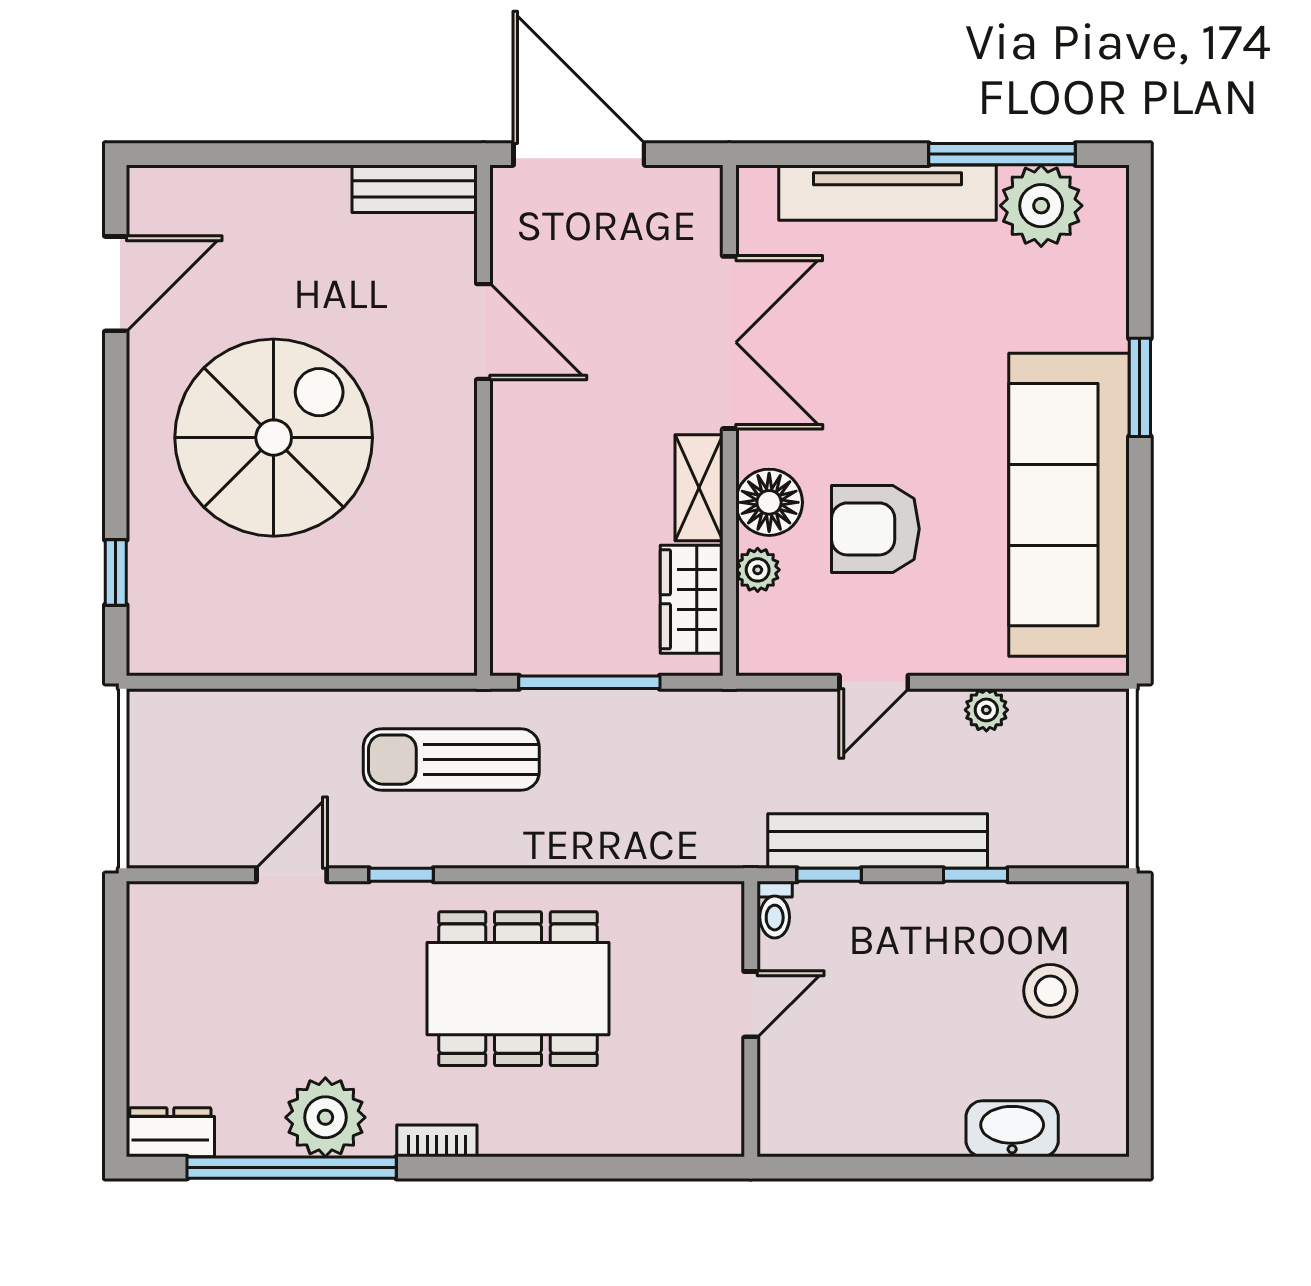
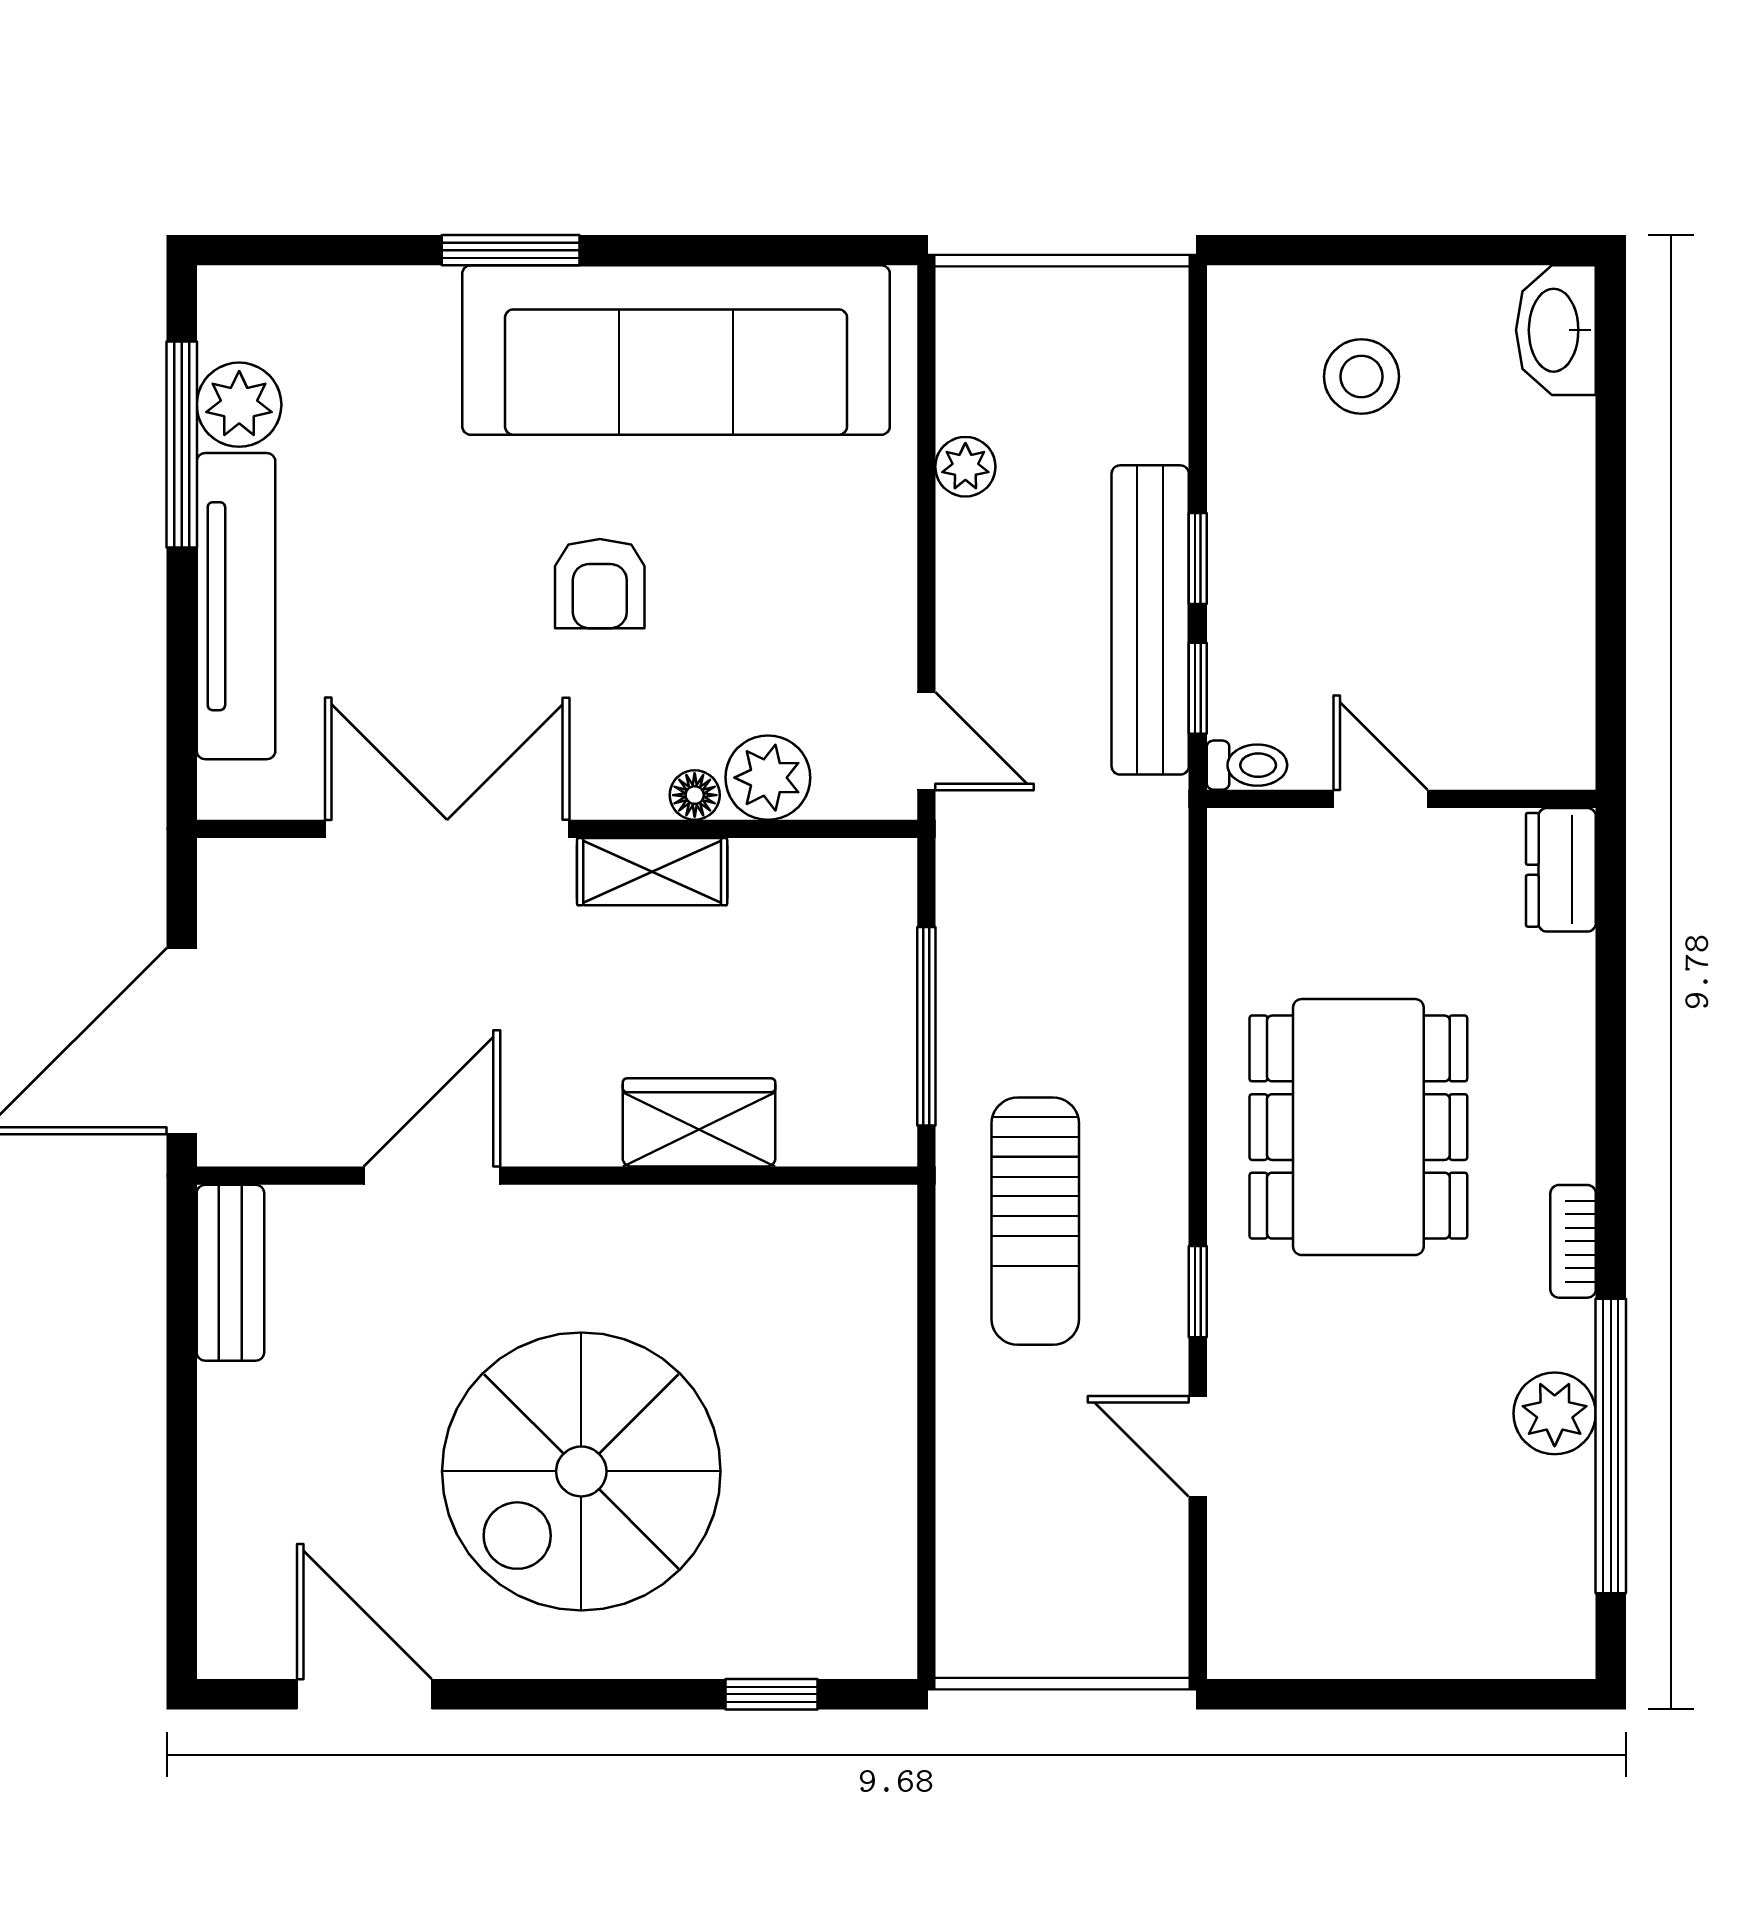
plant: (1041, 206) -> (239, 405), width x0.73, depth x0.73
spiral stairs: (274, 438) -> (581, 1471), turned -90
floor lamp: (769, 502) -> (695, 795), width x0.53, depth x0.53
armchair: (875, 529) -> (600, 584), moved, width x0.72, depth x0.72
plant: (758, 570) -> (768, 778), width x1.38, depth x1.38
wardrobe: (692, 599) -> (699, 1122), moved, turned 180
door: (874, 682) -> (926, 741), moved
window: (976, 875) -> (1198, 559), moved
plant: (325, 1117) -> (1555, 1413), width x0.73, depth x0.73
washbasin: (1012, 1129) -> (1556, 330), moved
dresser: (170, 1132) -> (1561, 870), moved

